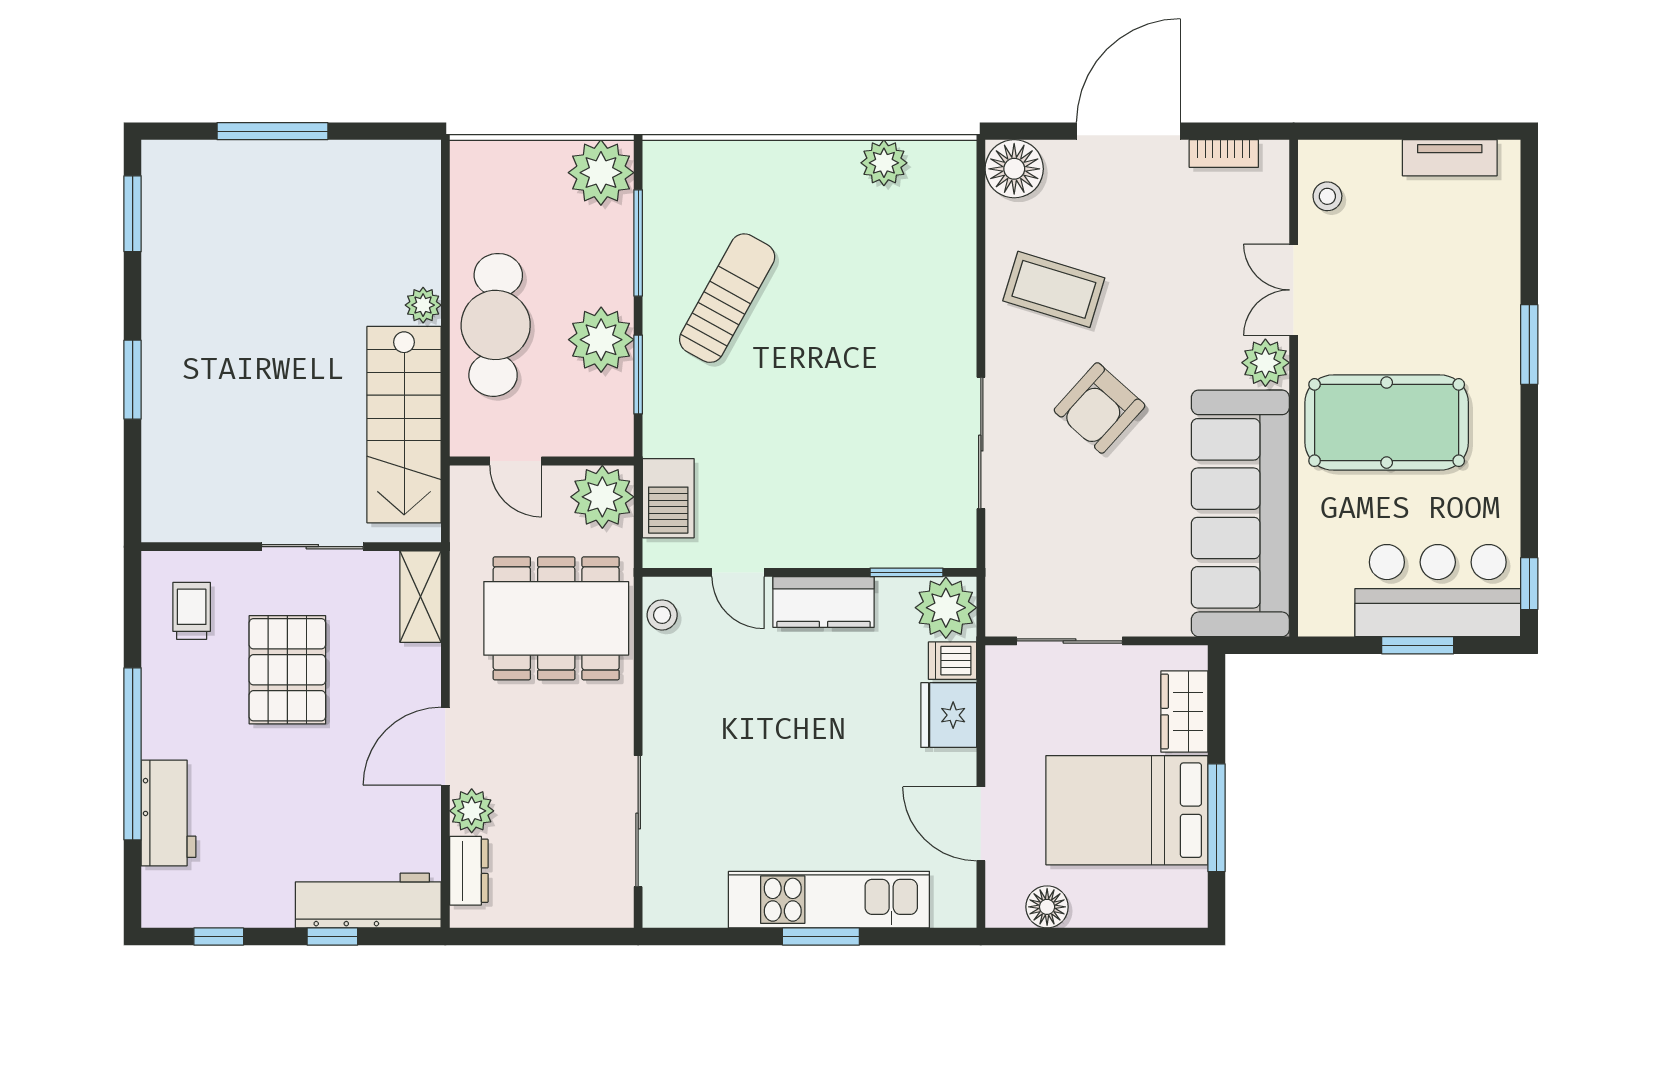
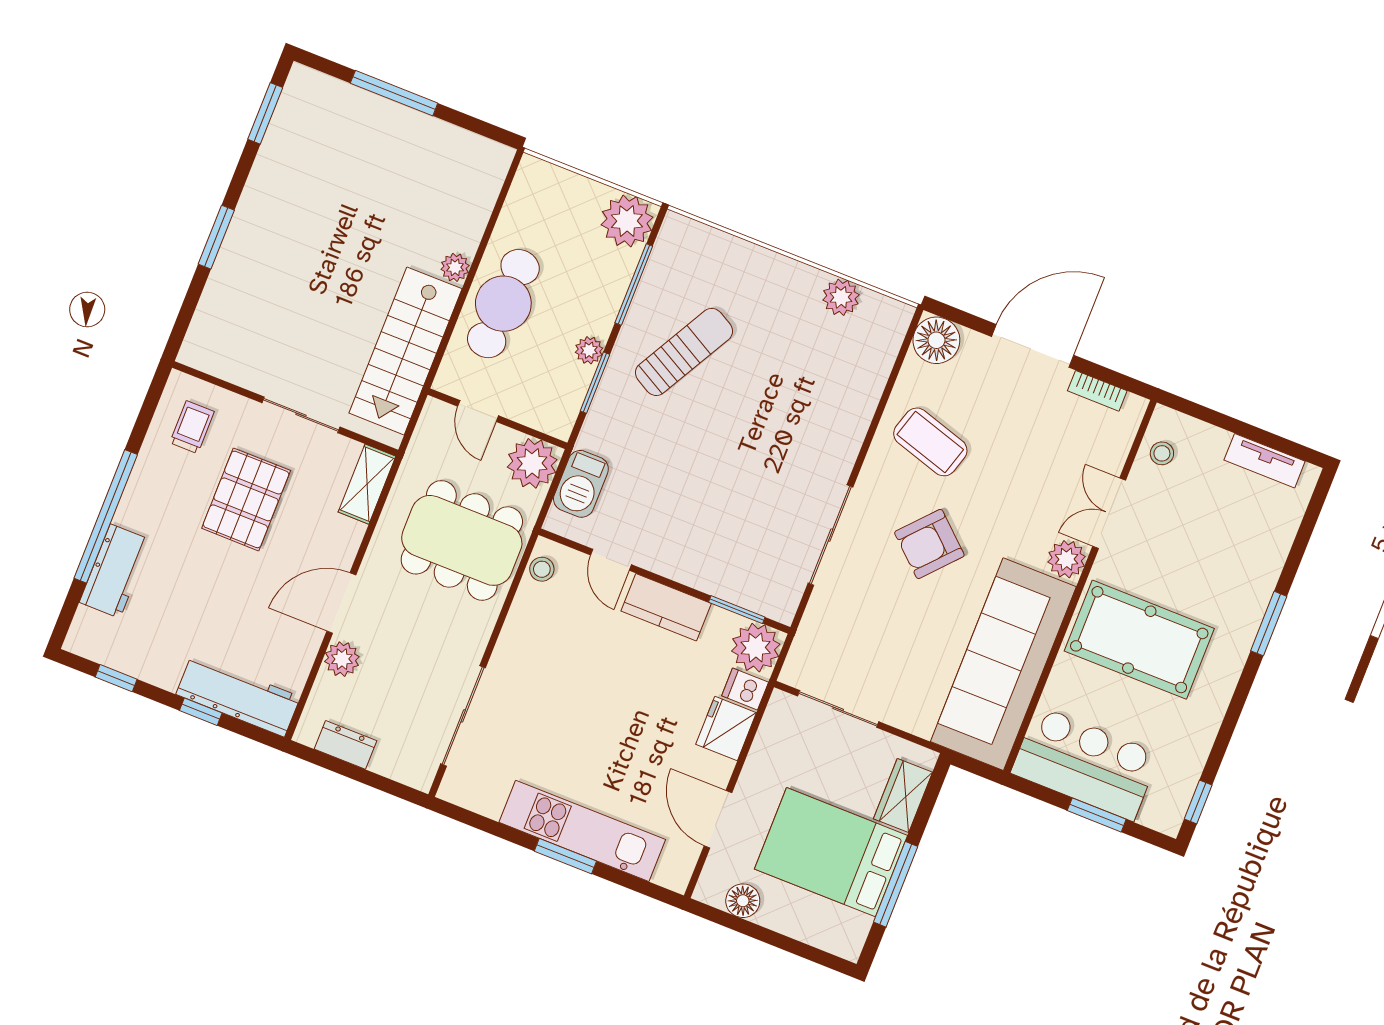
plant: (601, 340) -> (589, 350), width x0.53, depth x0.53
bar counter: (1438, 591) -> (1085, 763), moved
dresser: (469, 871) -> (345, 745), moved, turned -90

